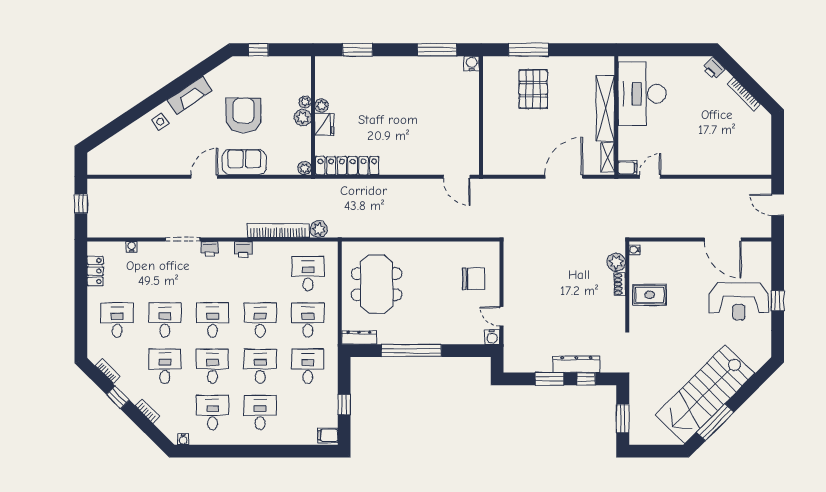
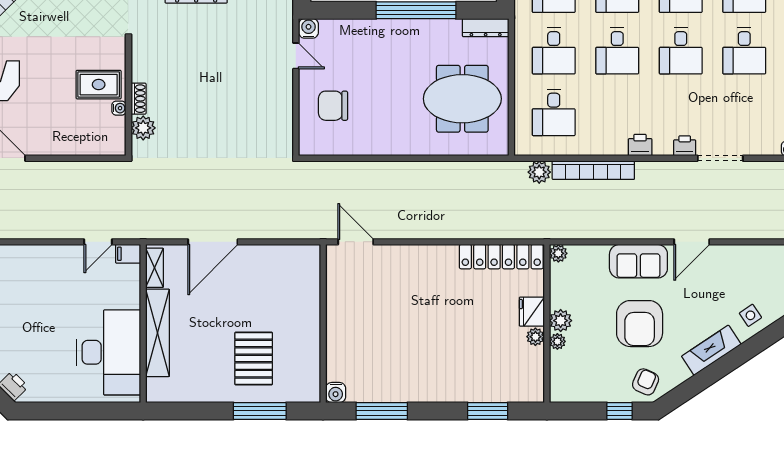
armchair: (239, 72) -> (646, 382), added
water cooler: (634, 250) -> (119, 108), moved
meeting table: (377, 284) -> (462, 99), turned 90

